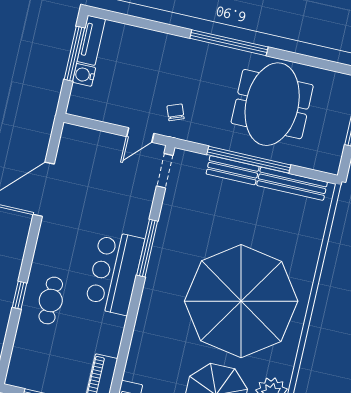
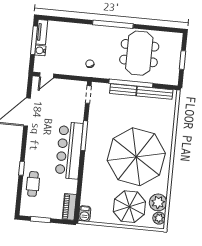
door: (140, 135) -> (47, 75), moved
bar counter: (115, 273) -> (69, 150), width x1.36
cafe table: (51, 300) -> (33, 184), moved

